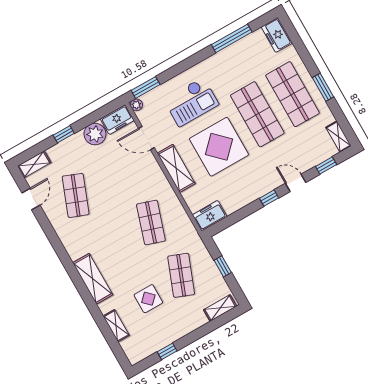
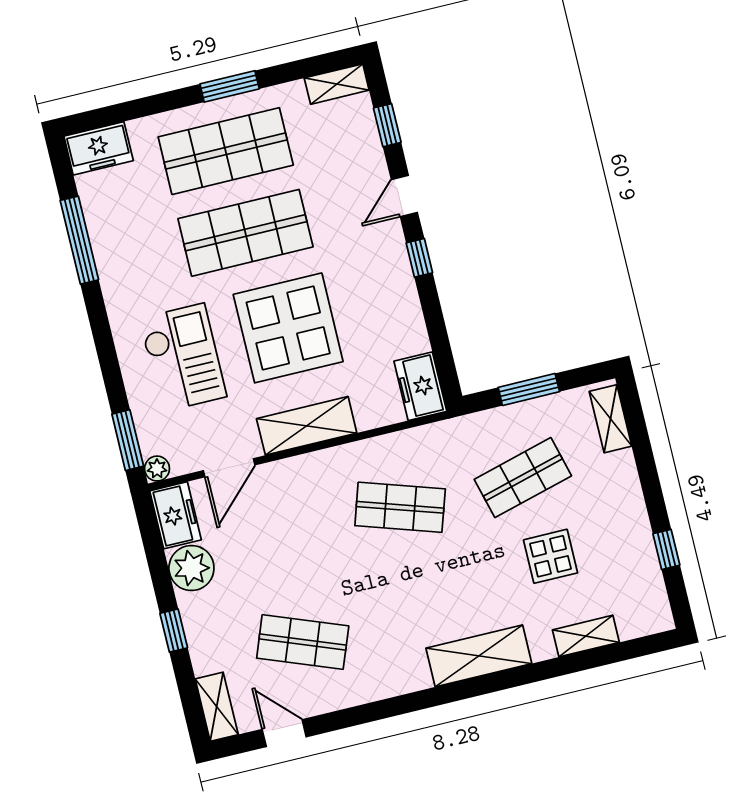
window: (223, 266) -> (529, 390), width x1.50
shop shelf: (181, 275) -> (523, 478), turned -36

